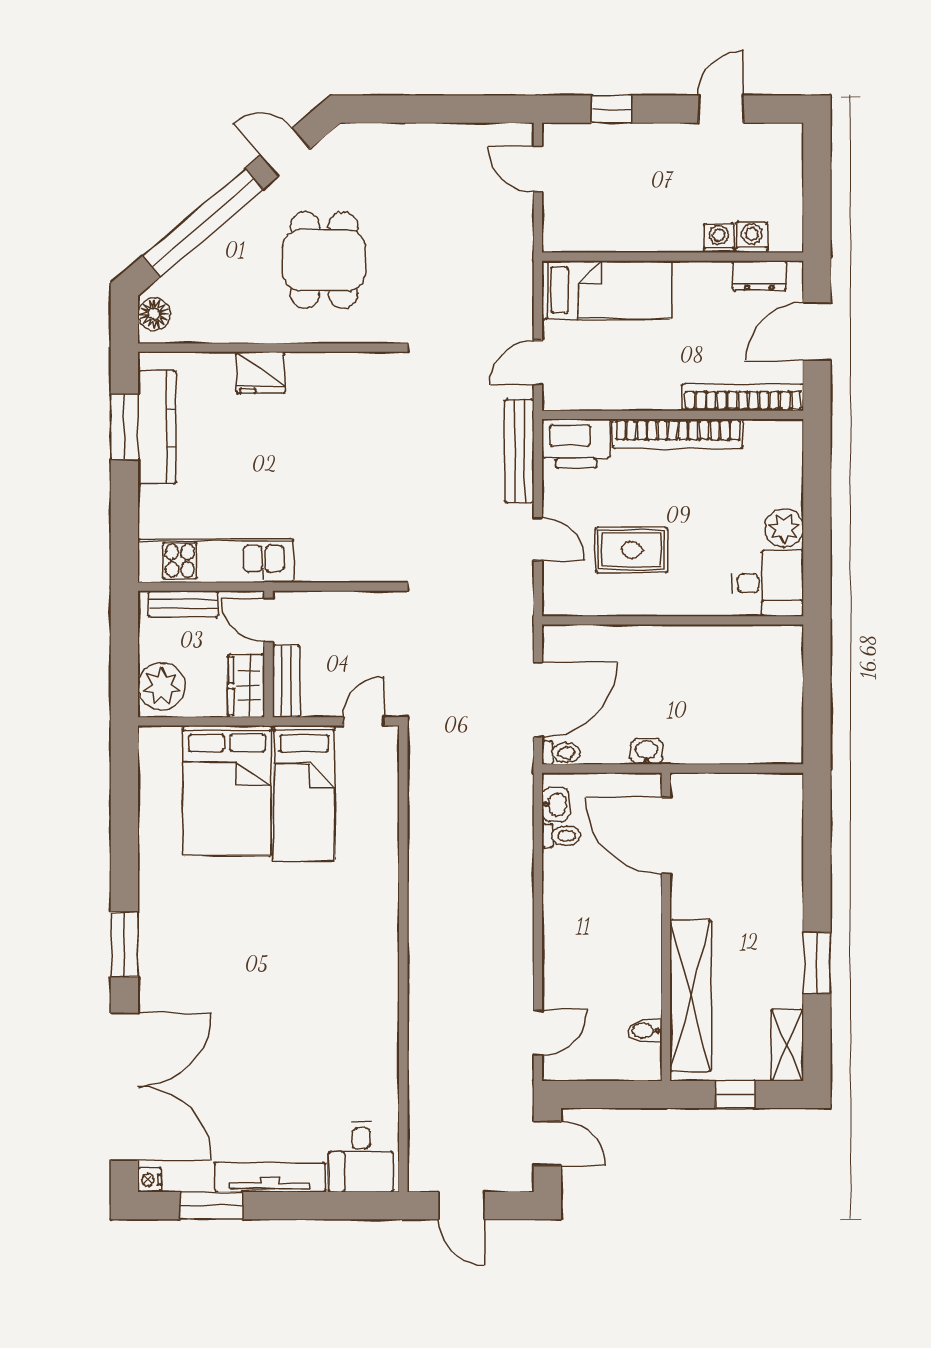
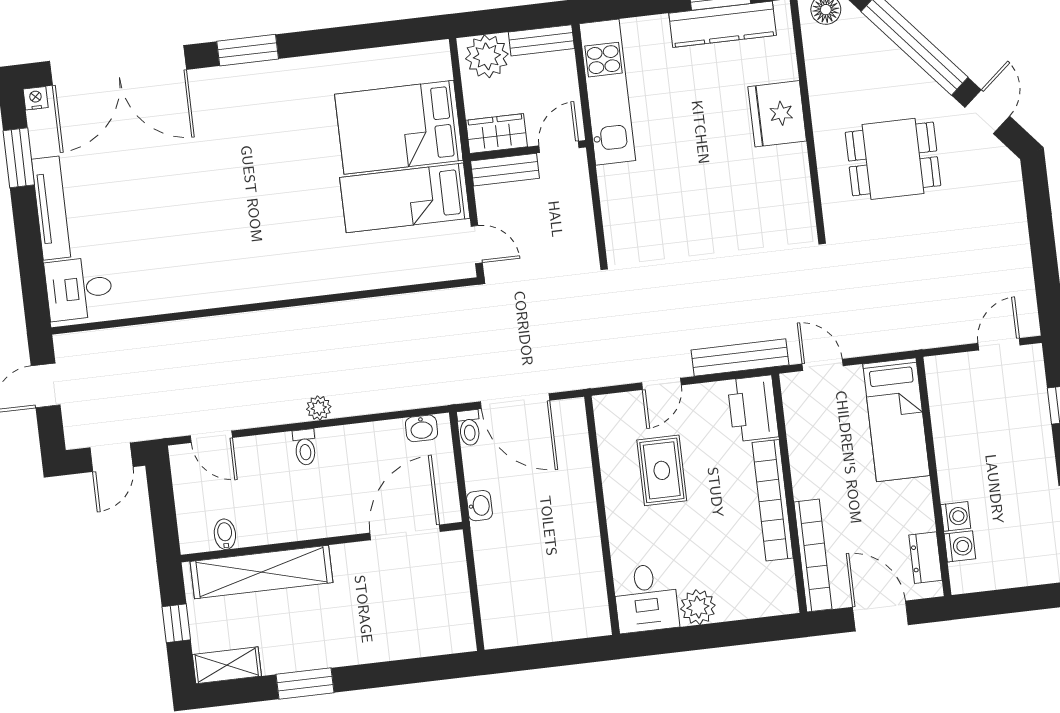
fridge: (261, 373) -> (777, 114), width x1.36, depth x1.34
bench: (183, 604) -> (541, 40), moved, turned 90
toilet: (561, 836) -> (305, 447), moved
plant: (520, 913) -> (319, 408), added

